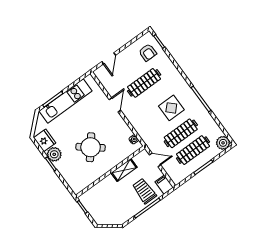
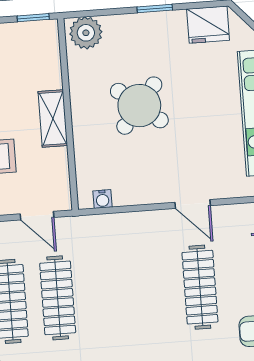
display table: (171, 108) -> (118, 310), removed
plant: (54, 154) -> (86, 33), moved
door: (155, 160) -> (37, 216), hinge flipped
shelving: (124, 170) -> (53, 118), moved

